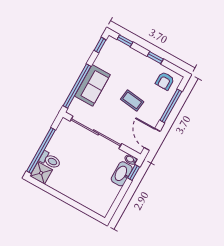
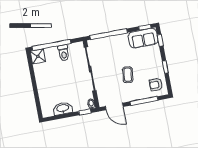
sofa: (92, 85) -> (143, 38), moved
door: (152, 139) -> (114, 106), swing flipped
toilet: (50, 160) -> (64, 53), moved
washbasin: (122, 174) -> (63, 108), moved

